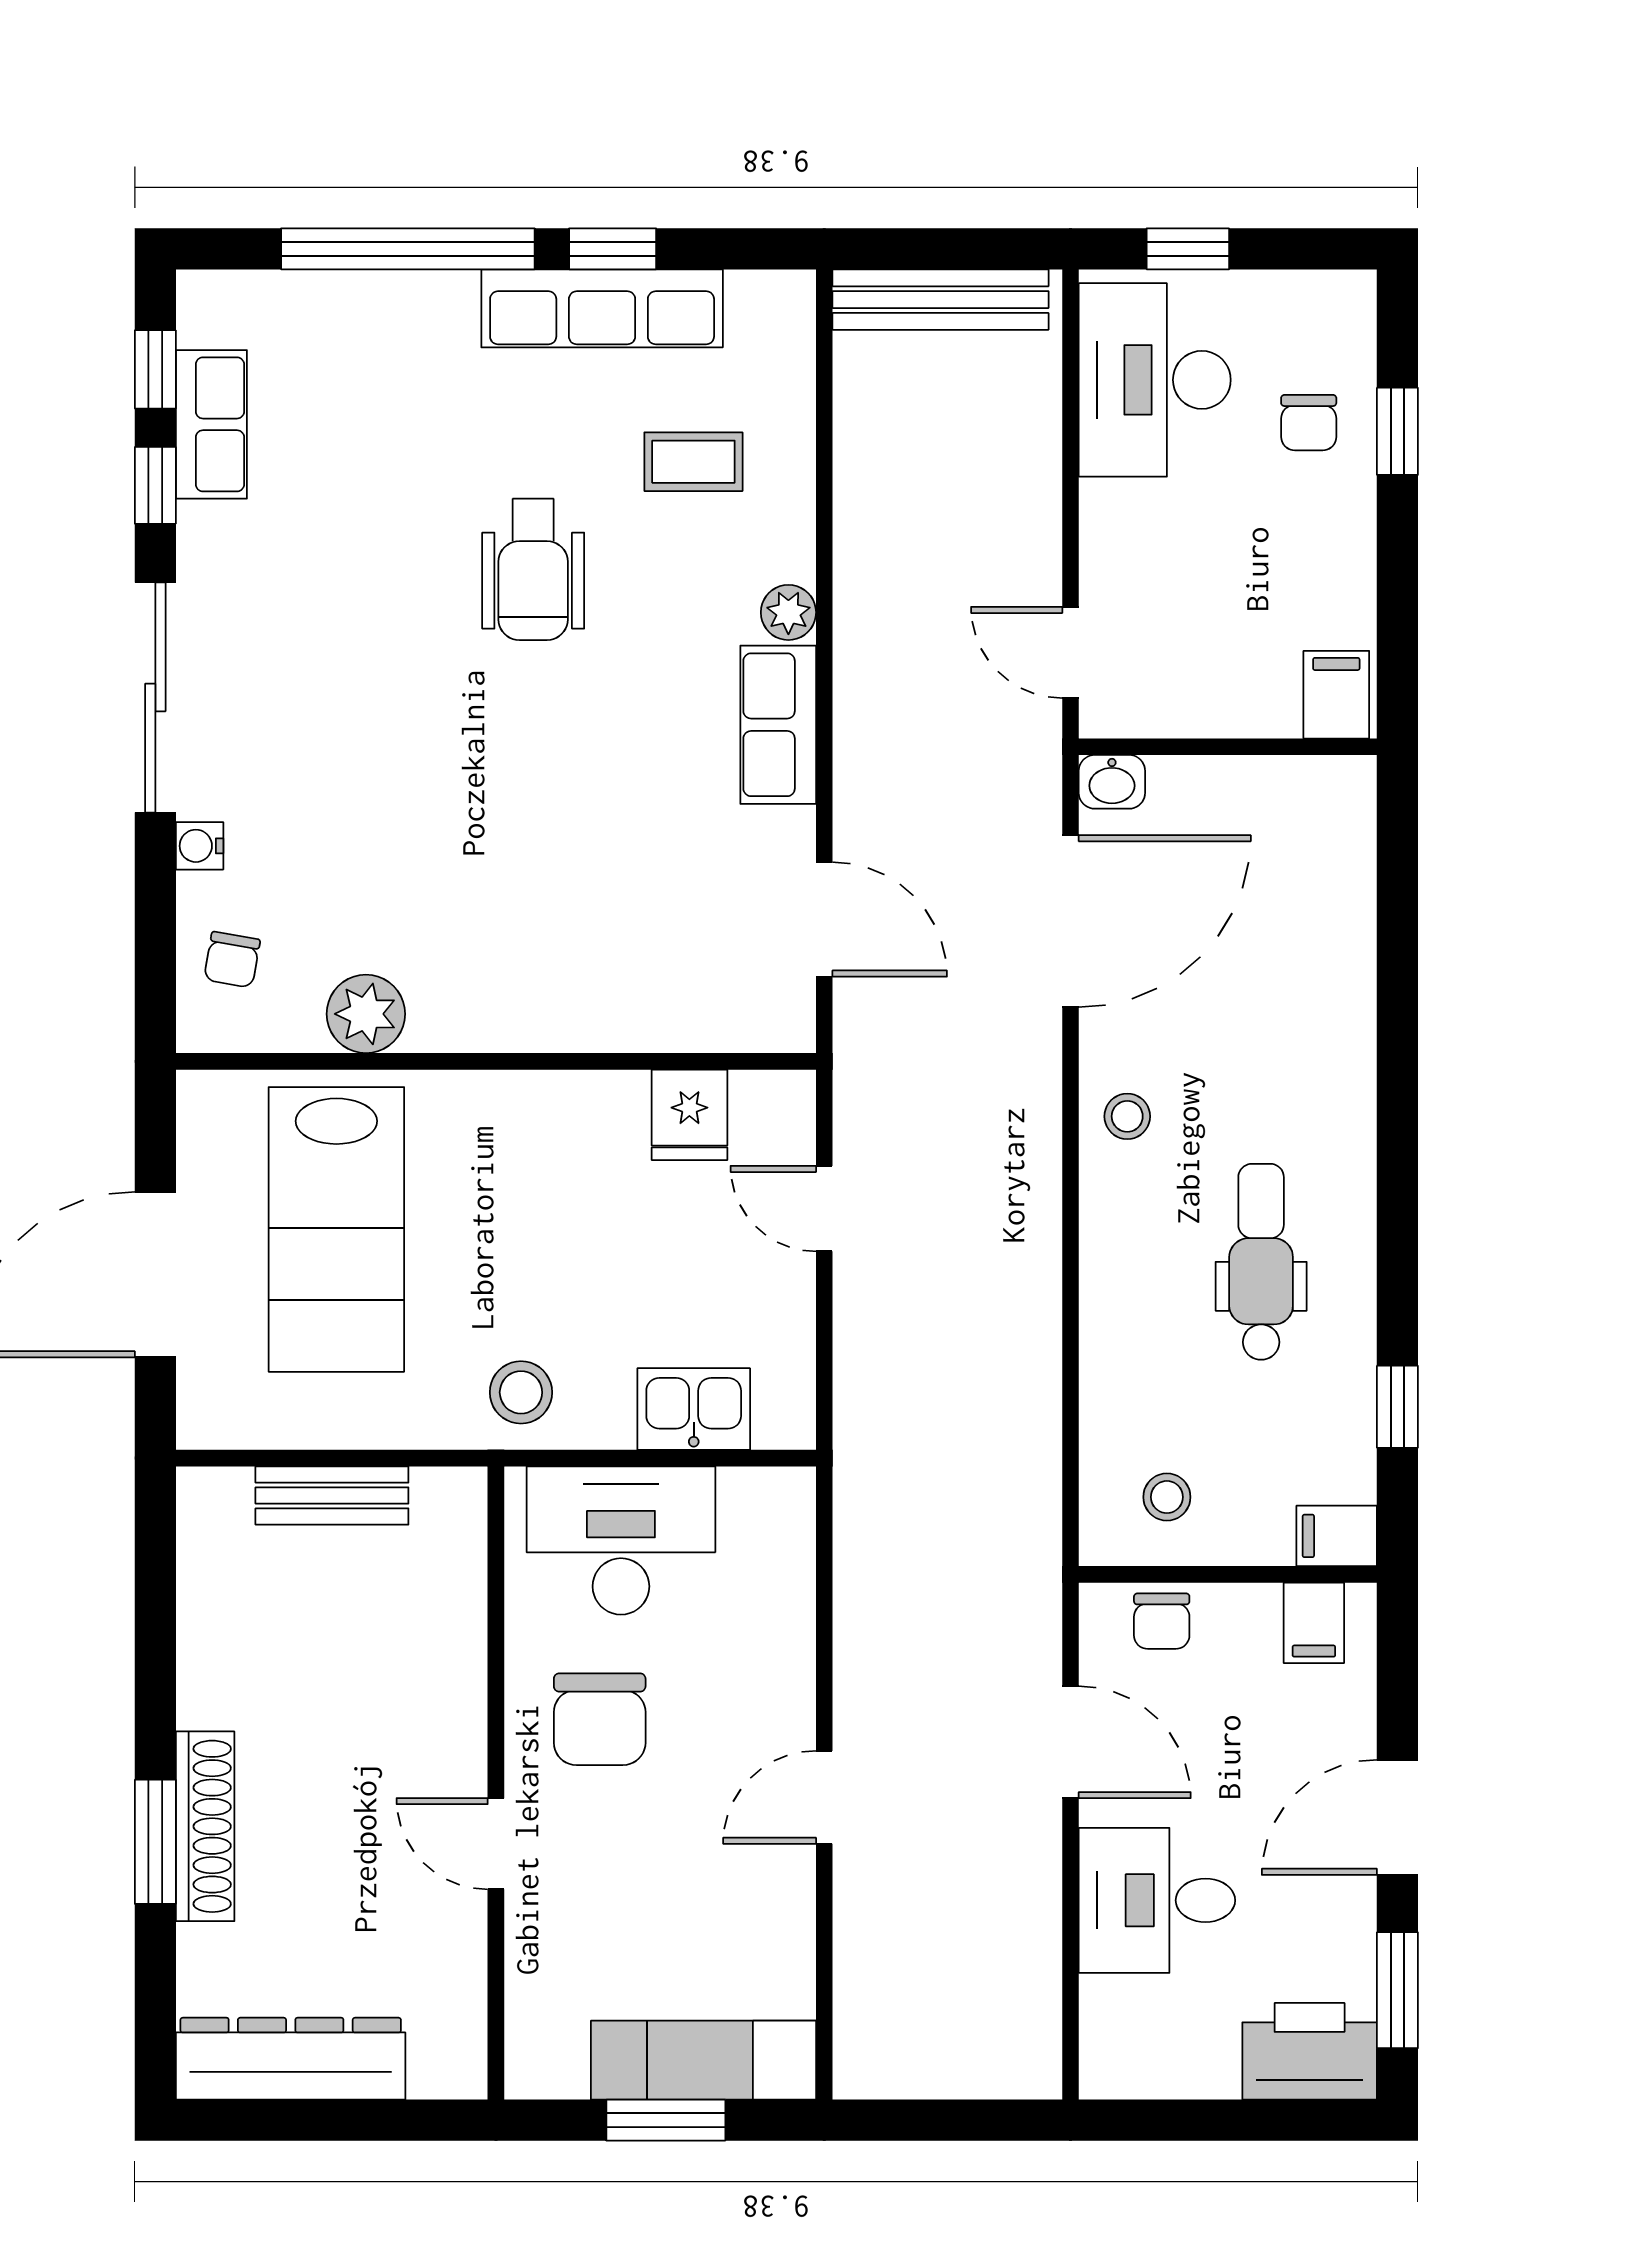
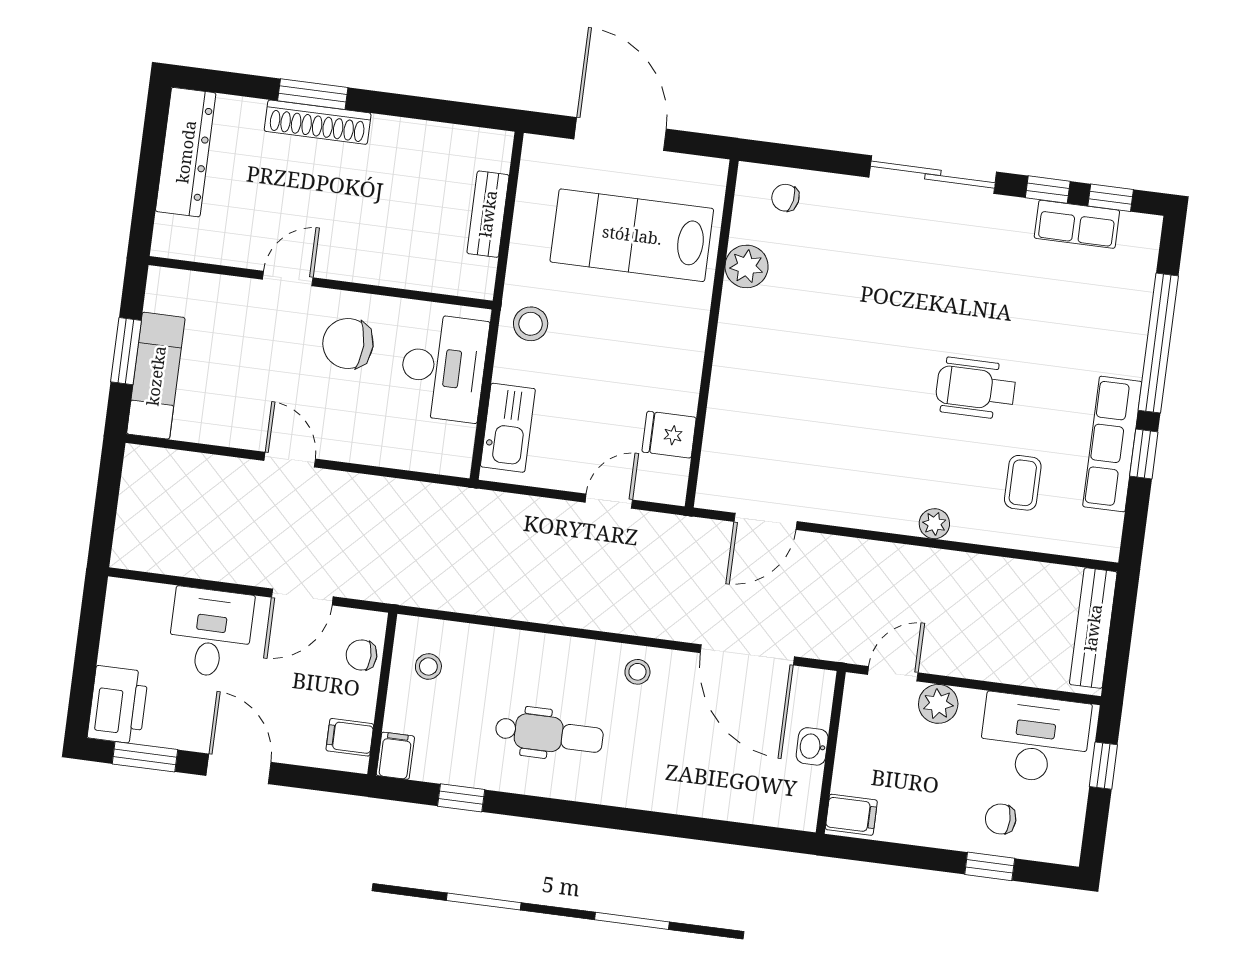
plant: (1115, 563) -> (938, 704), added
row of seats: (778, 725) -> (874, 510), removed
washbasin: (1112, 782) -> (812, 746), moved
water cooler: (200, 846) -> (849, 188), removed
kitchen sink: (694, 1409) -> (508, 428), width x1.38

